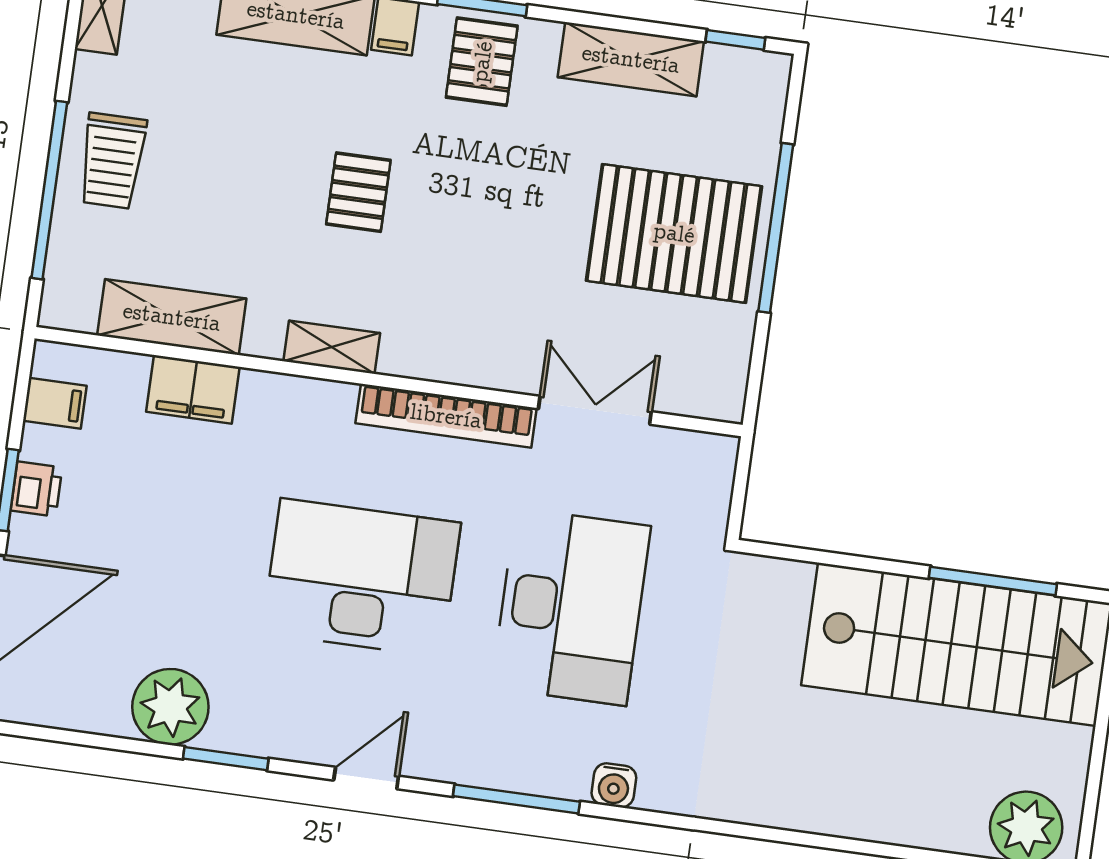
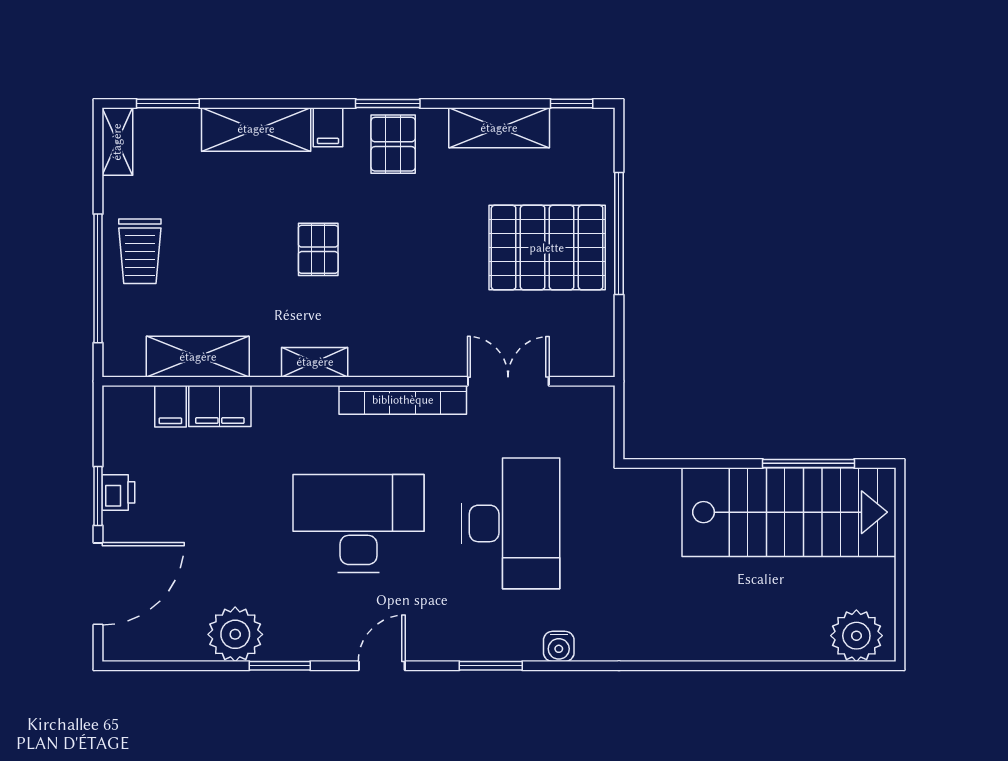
filing cabinet: (55, 403) -> (170, 406), moved, turned 90
window: (516, 799) -> (491, 666), width x0.69

